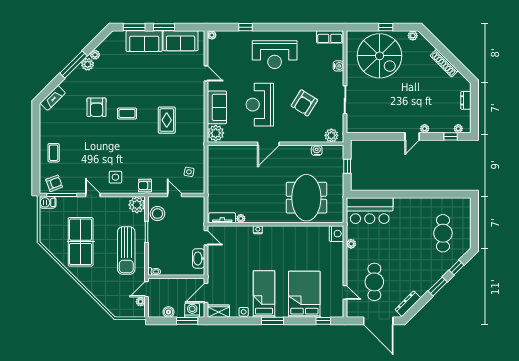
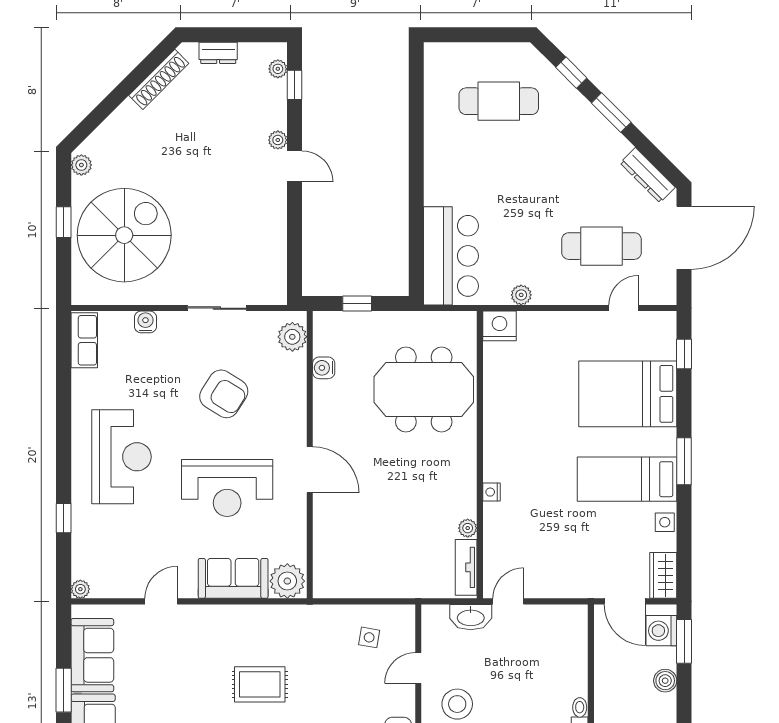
shoe rack: (444, 63) -> (159, 79), moved
washbasin: (199, 258) -> (471, 617), moved

